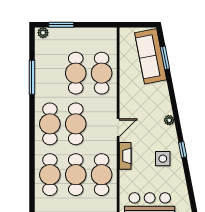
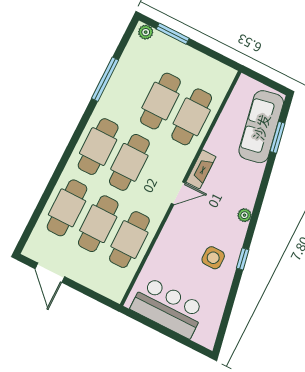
fireplace: (125, 156) -> (201, 169), moved

